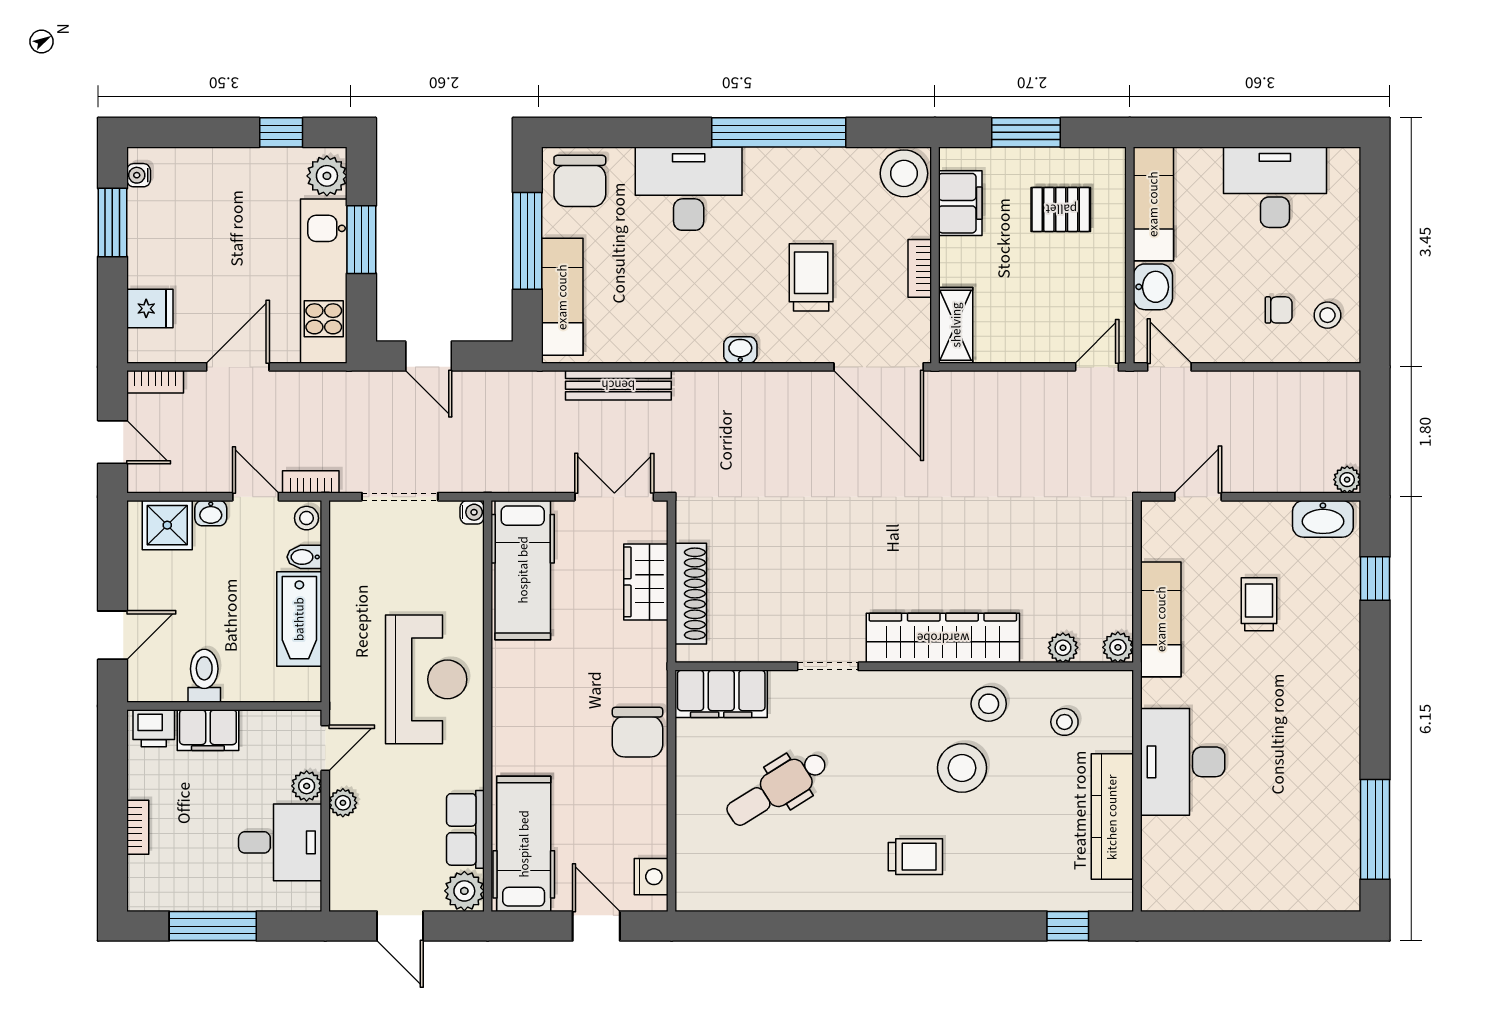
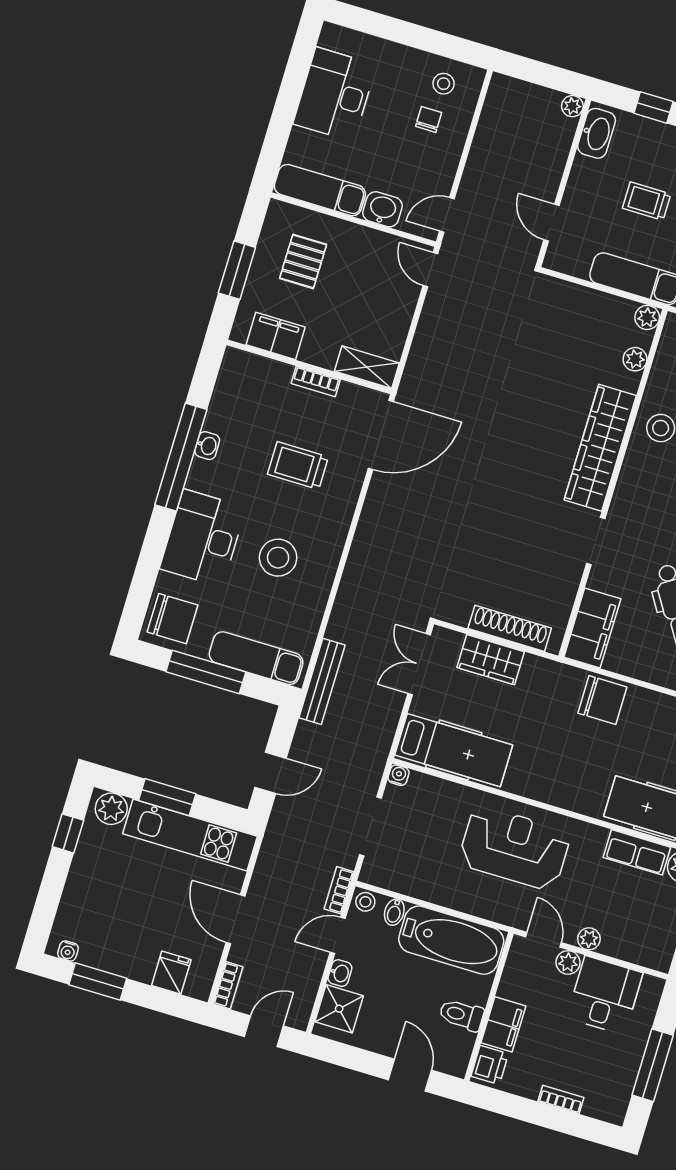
stool: (904, 173) -> (278, 558), moved
washbasin: (740, 350) -> (207, 446), moved, turned 180
bench: (618, 385) -> (322, 681), moved
bathtub: (299, 619) -> (451, 940), width x1.36, depth x1.36

